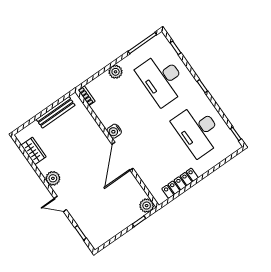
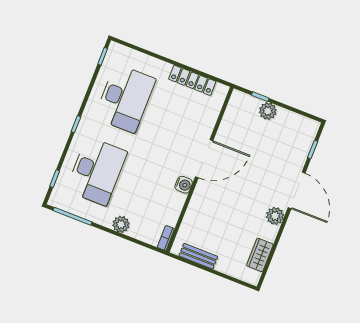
bench: (56, 112) -> (198, 256), width x0.73
door: (60, 204) -> (297, 190), width x1.87
plant: (147, 206) -> (268, 111), moved

